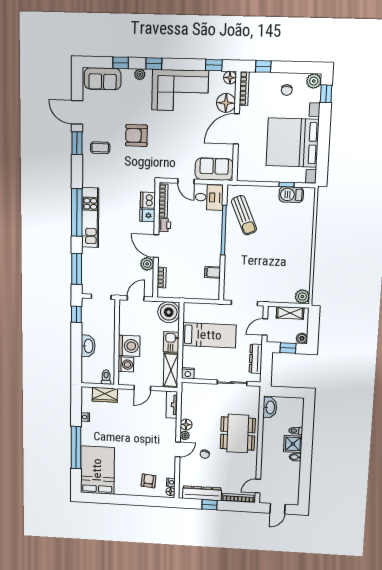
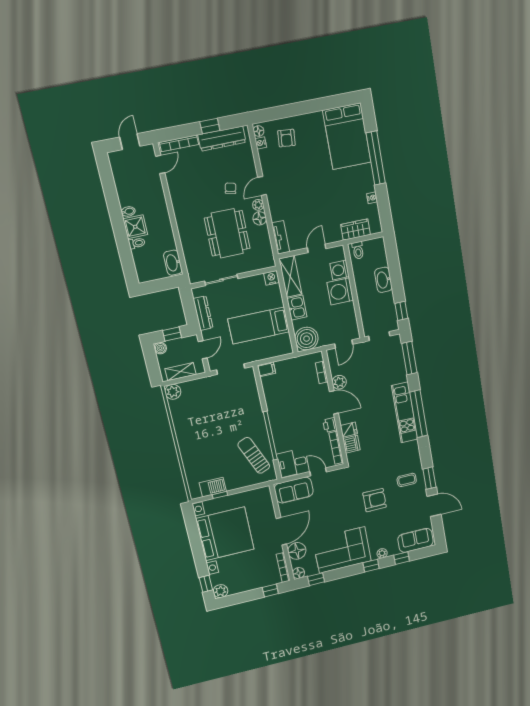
chair: (287, 90) -> (243, 577), removed
filing cabinet: (213, 272) -> (266, 369), moved
dining table: (238, 434) -> (227, 233), moved

